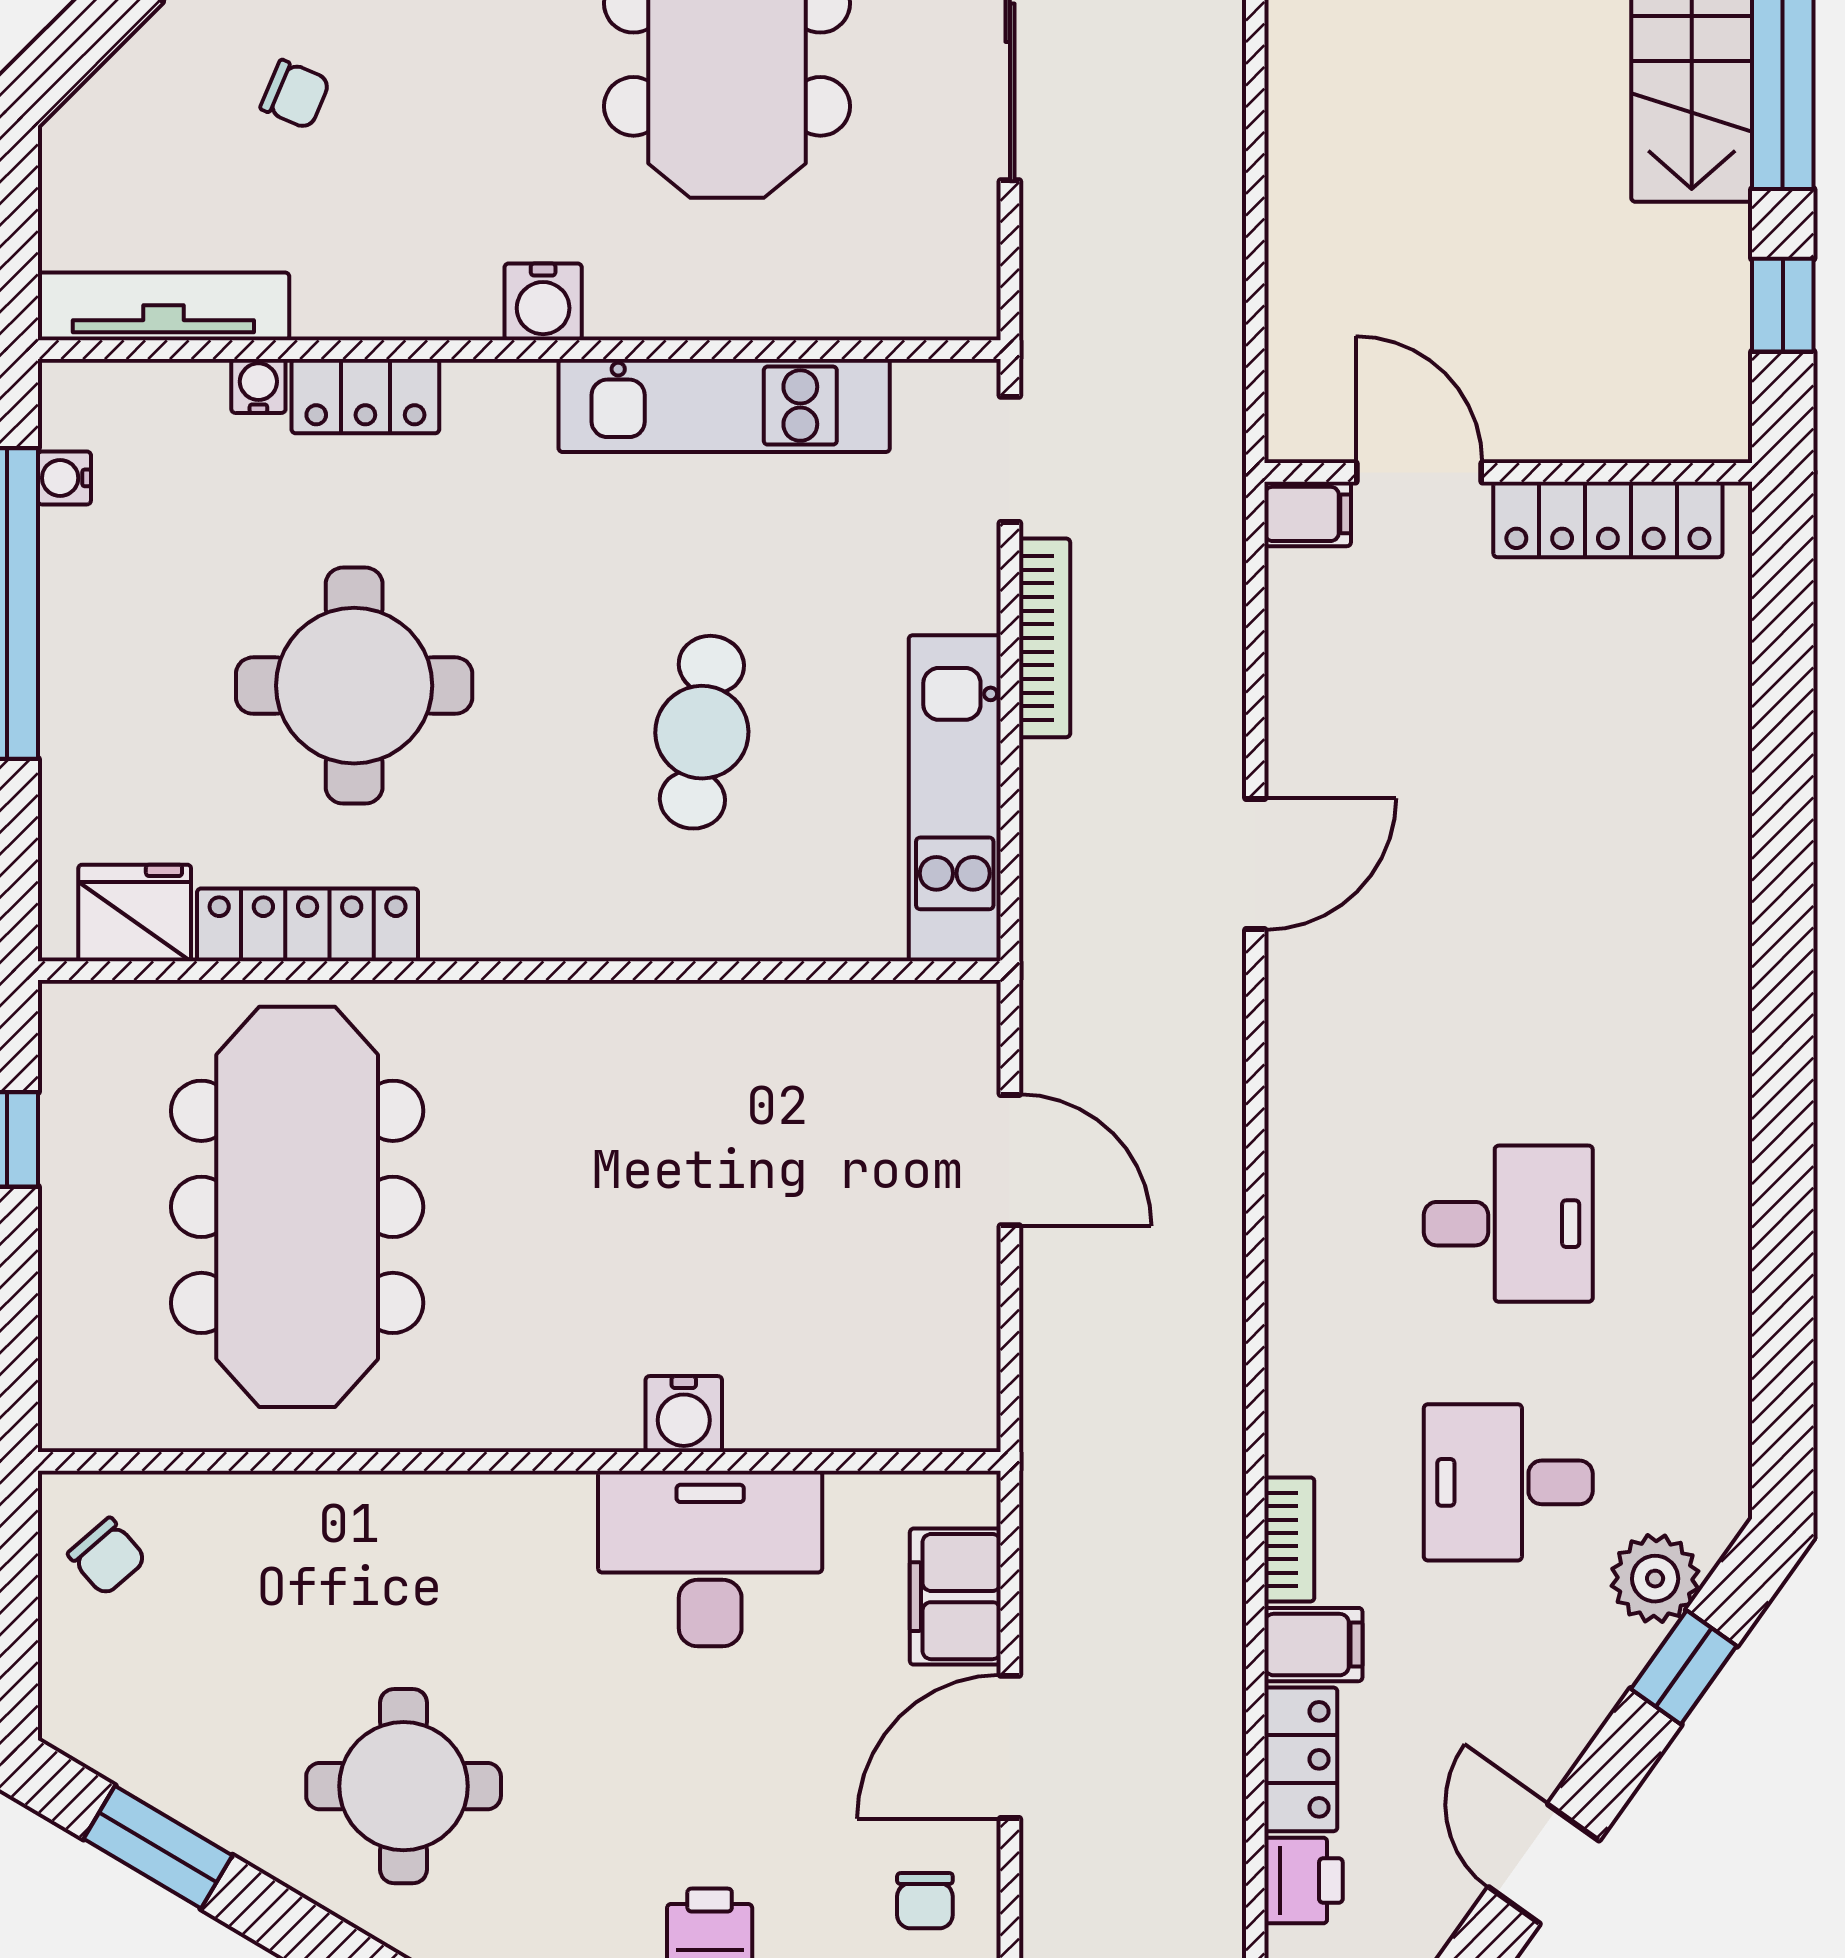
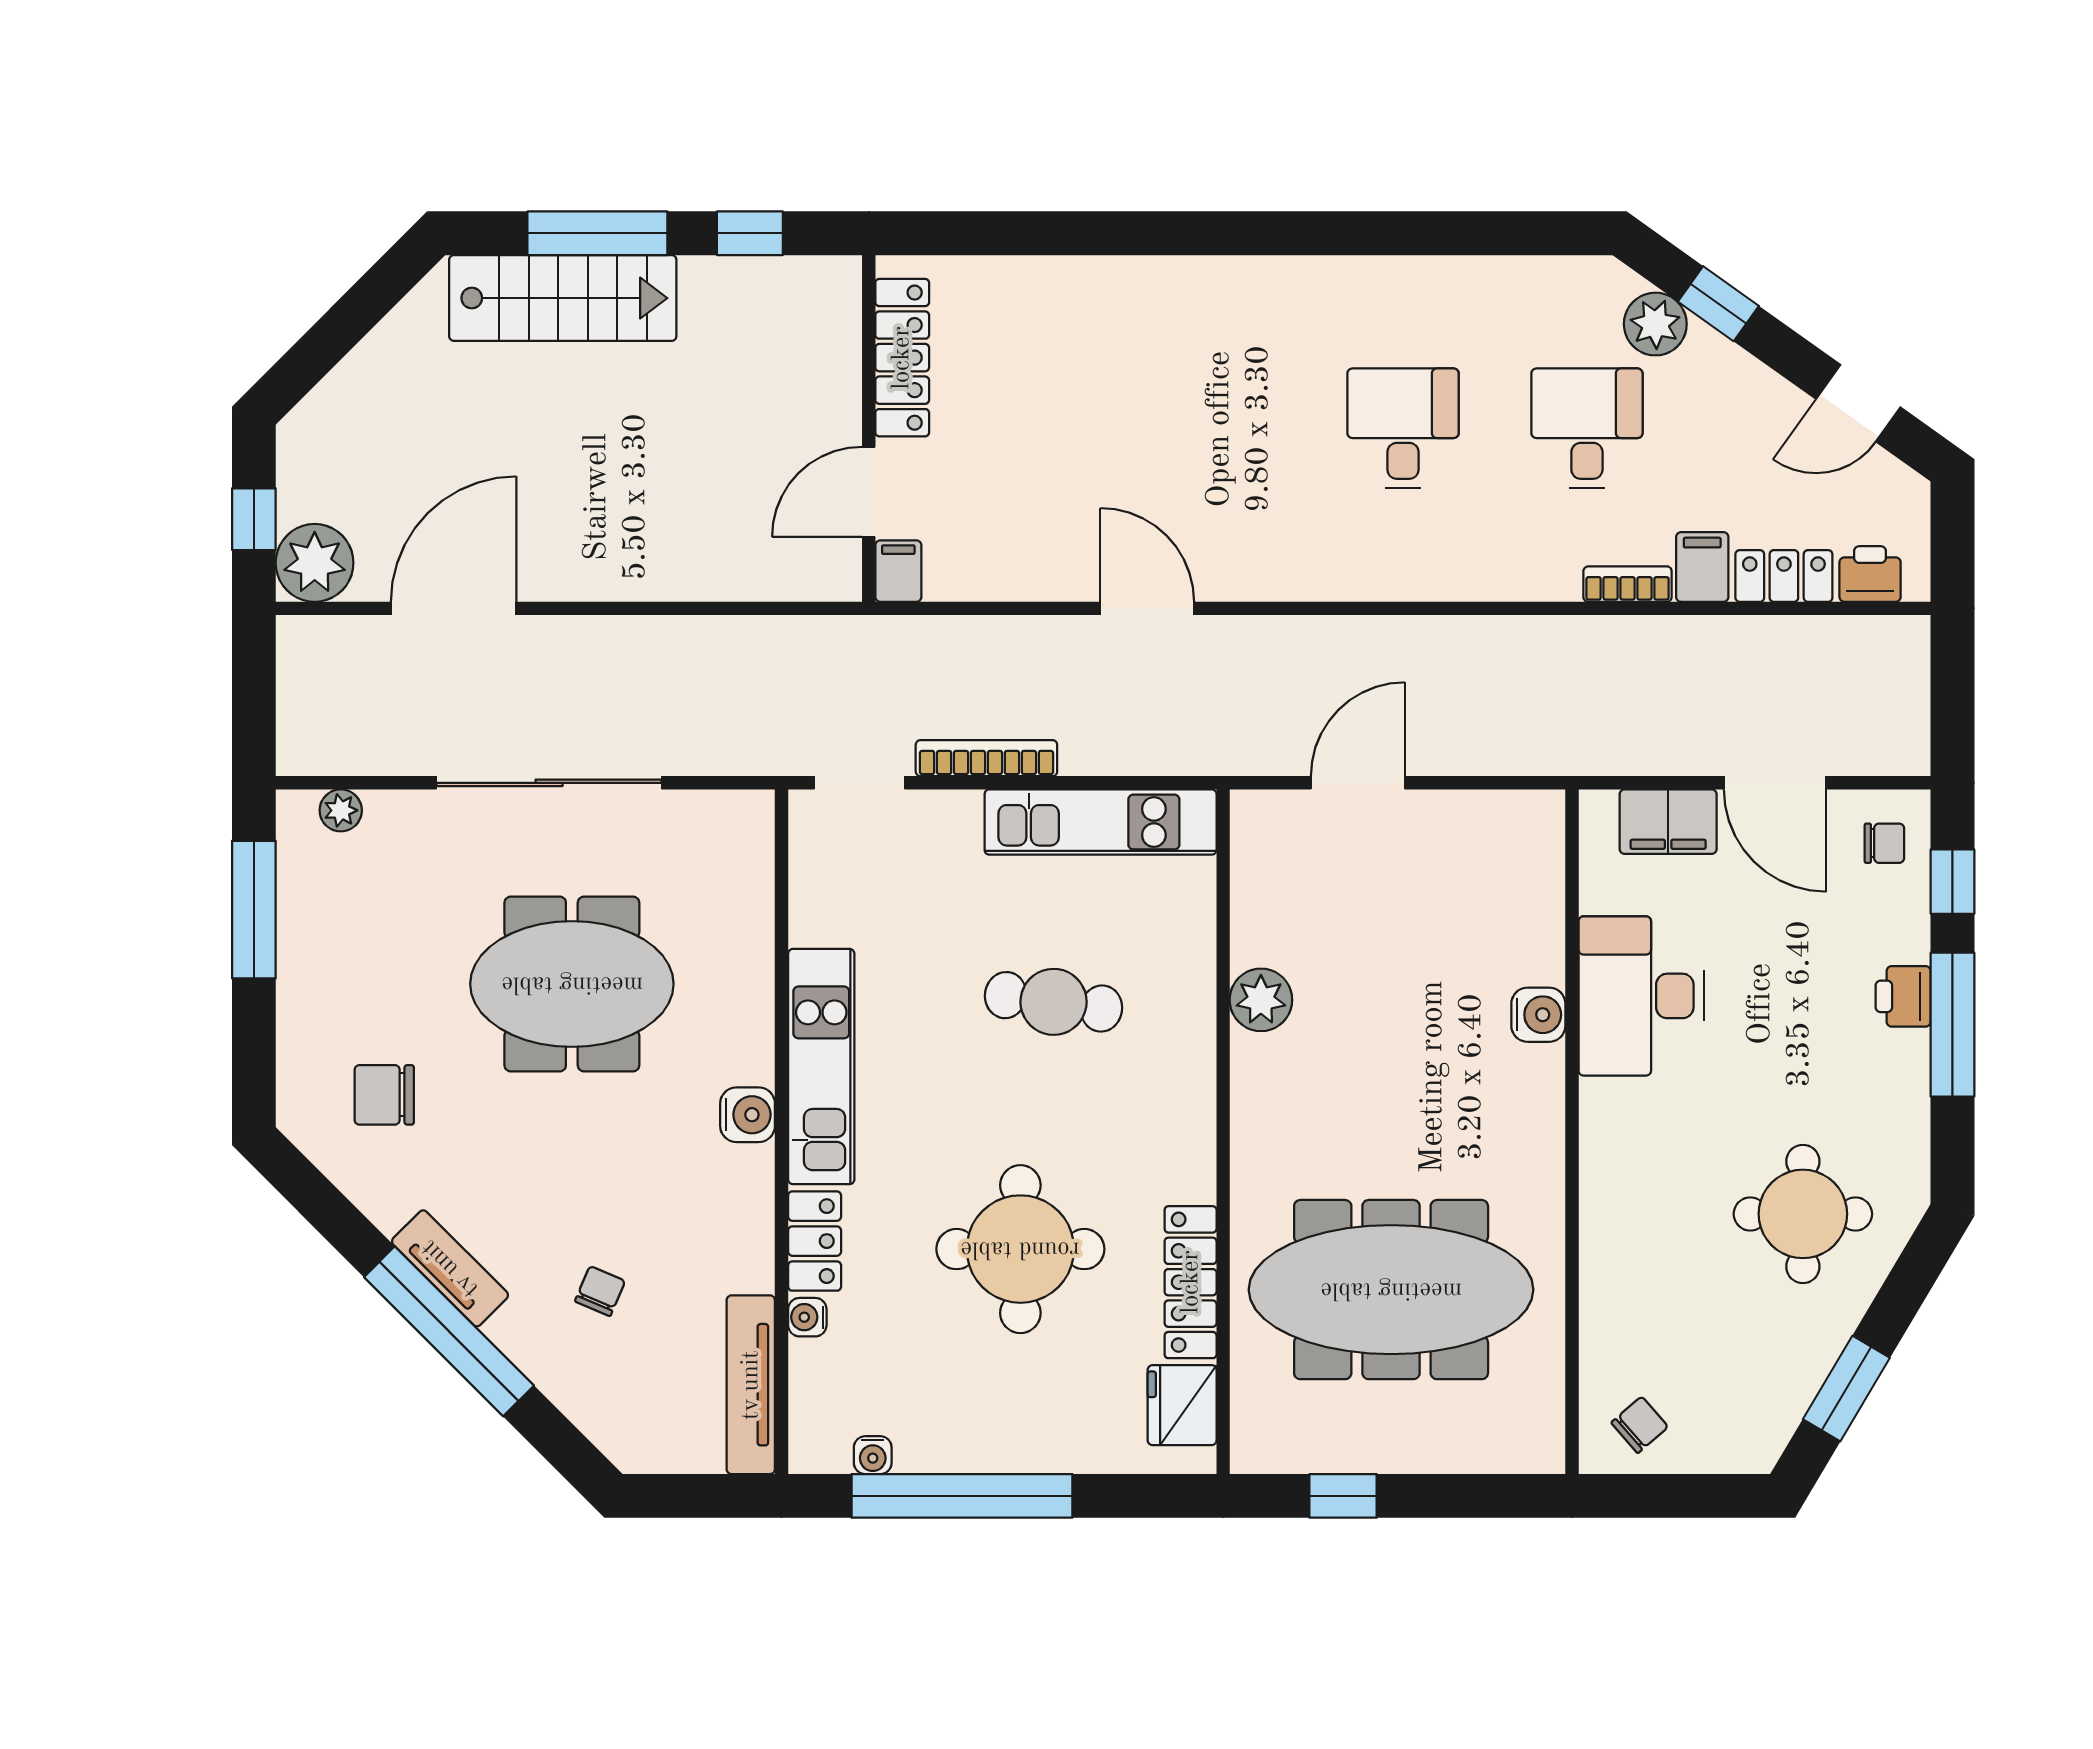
kitchen unit: (724, 406) -> (821, 1067), moved
plant: (705, 1024) -> (1261, 1000), added
desk: (1508, 1482) -> (1587, 428), turned 180

